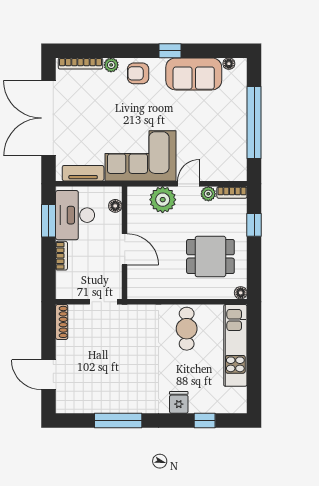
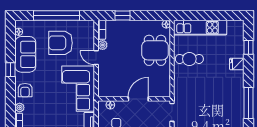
armchair: (212, 129) -> (61, 43), added
plant: (163, 200) -> (106, 74), removed
dining table: (210, 256) -> (155, 50), moved

